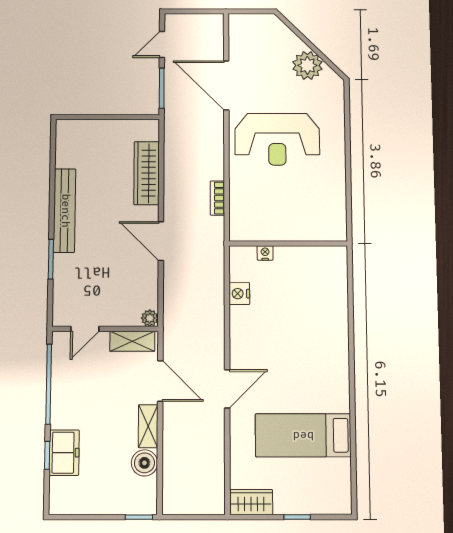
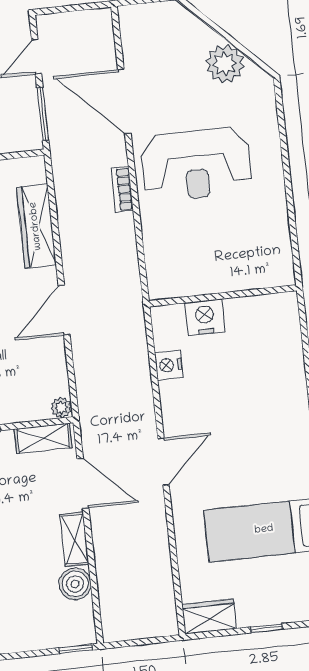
bookcase: (217, 198) -> (122, 189), moved
door: (161, 241) -> (64, 310), hinge flipped
nightstand: (265, 253) -> (205, 317), width x1.89, depth x1.79
door: (227, 389) -> (163, 461), moved

